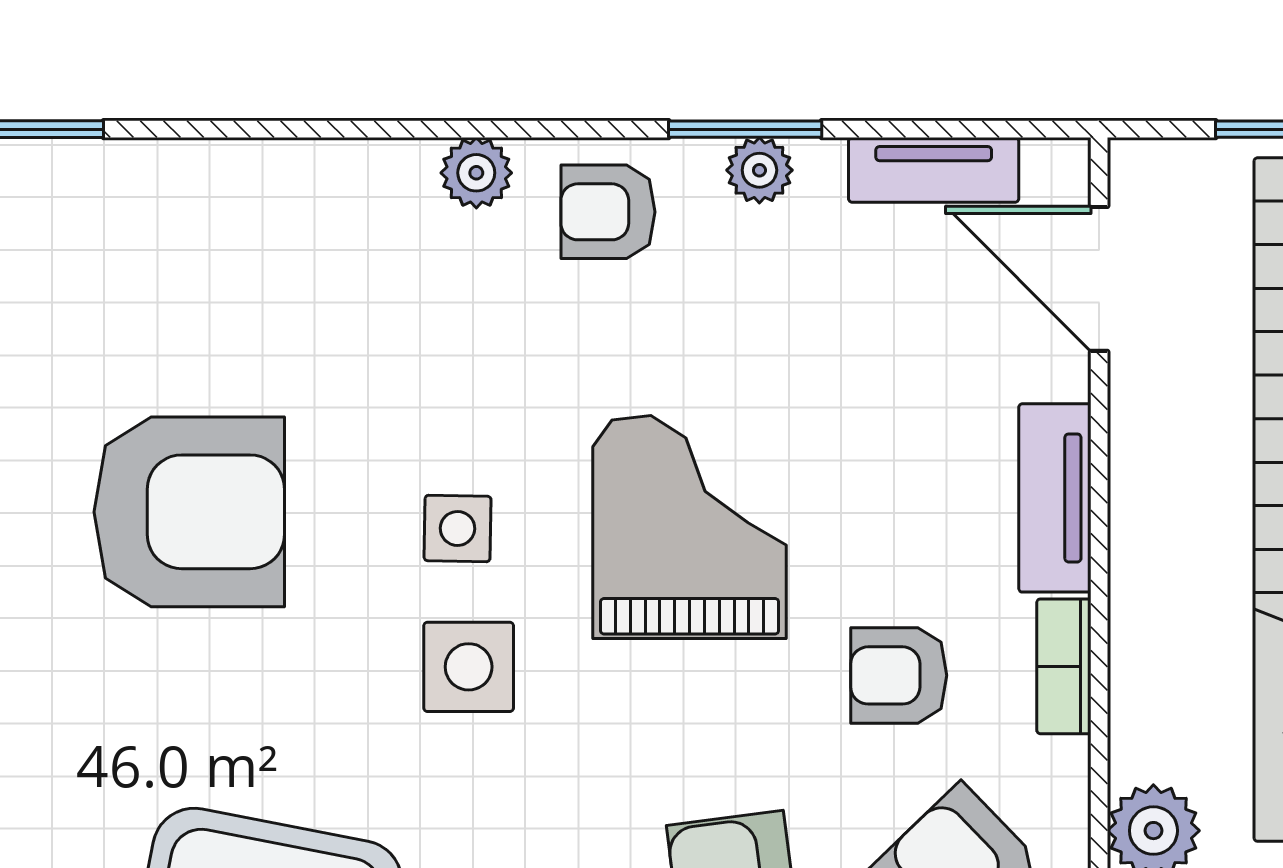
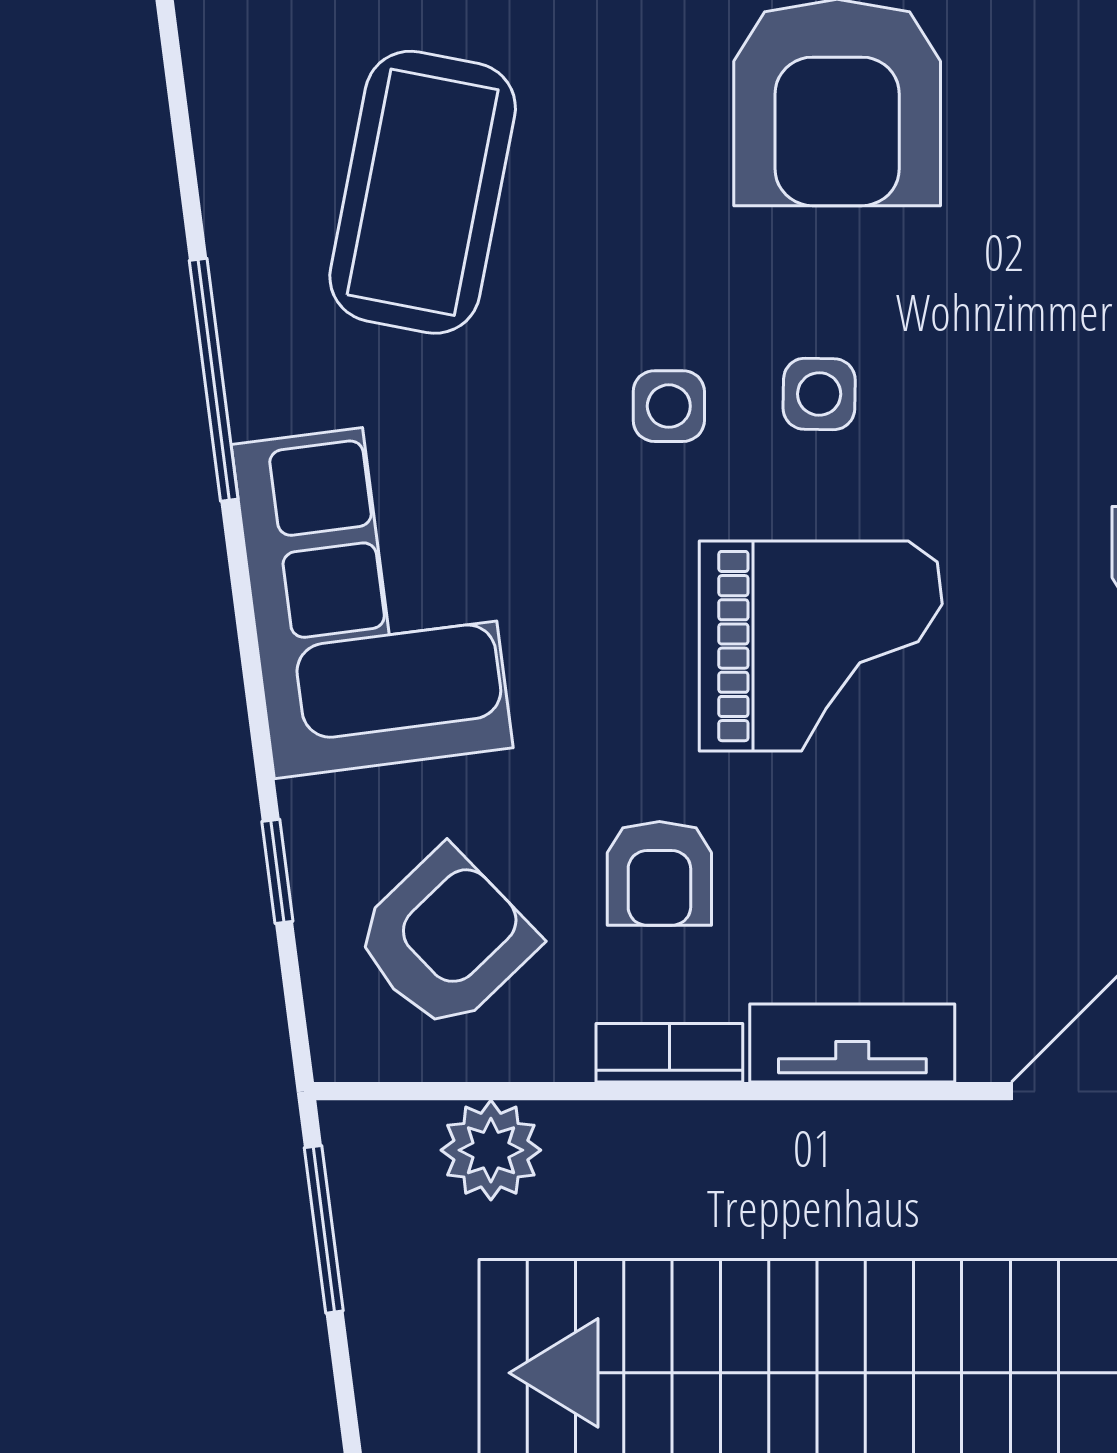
side table: (469, 667) -> (669, 406), width x0.73, depth x0.73
armchair: (899, 675) -> (659, 873), turned 180

